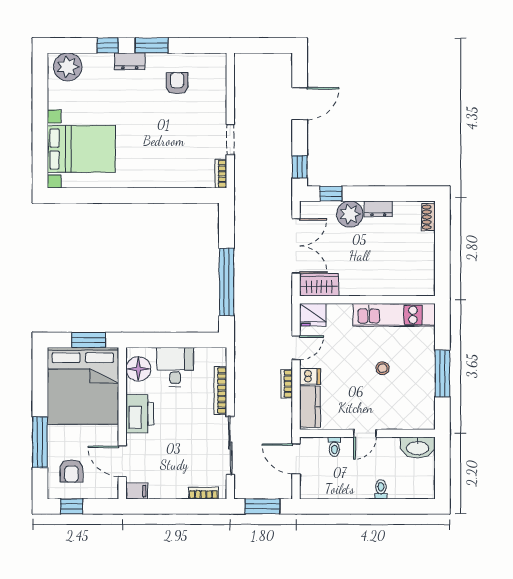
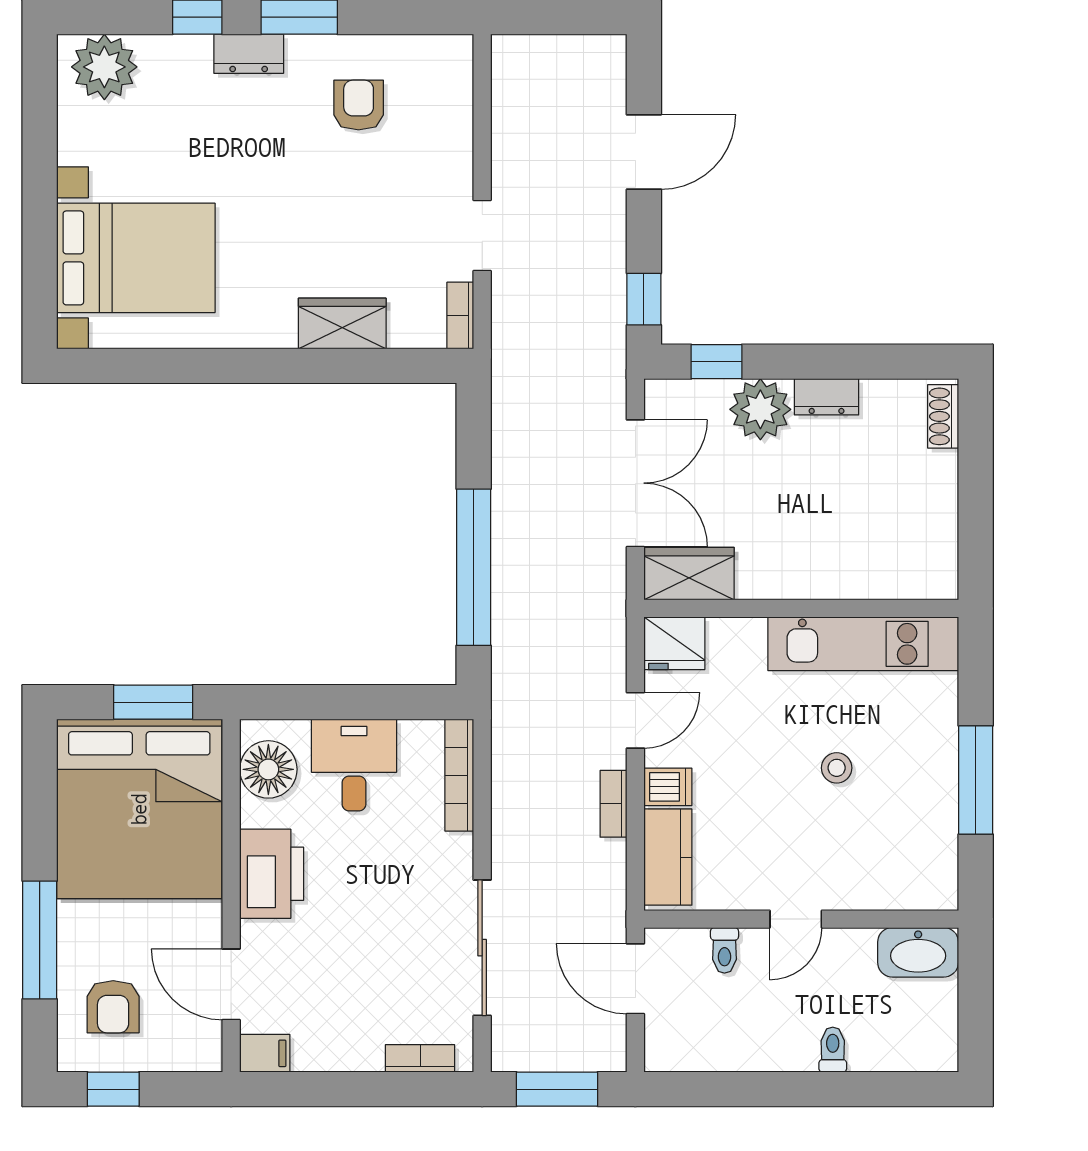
wardrobe: (170, 177) -> (342, 324), added
bookcase: (220, 390) -> (459, 775), moved

